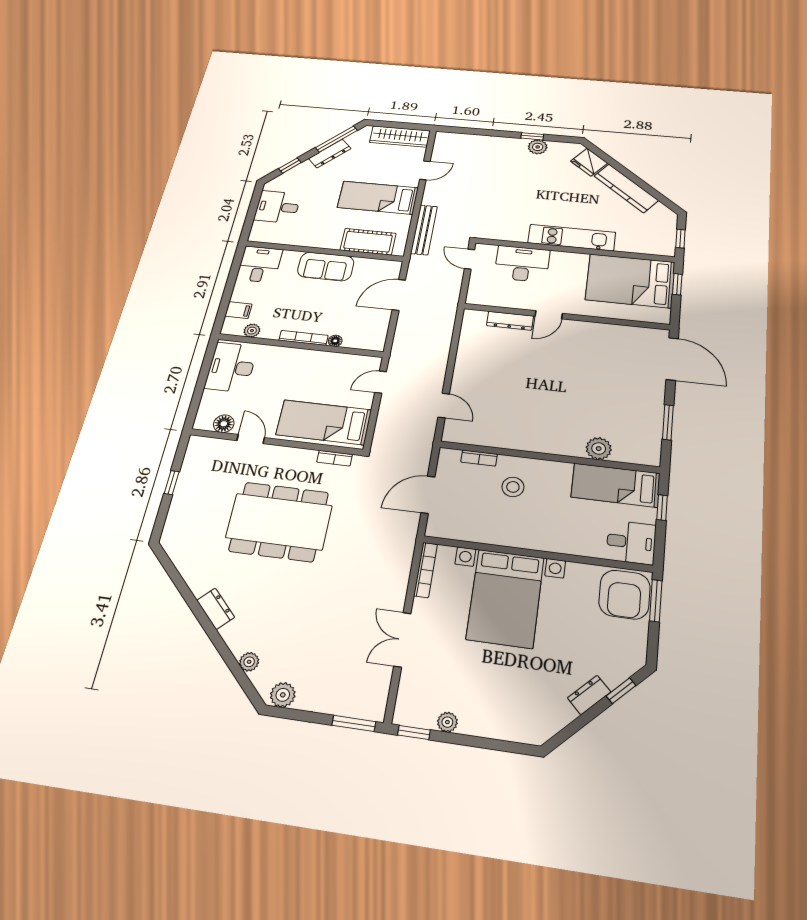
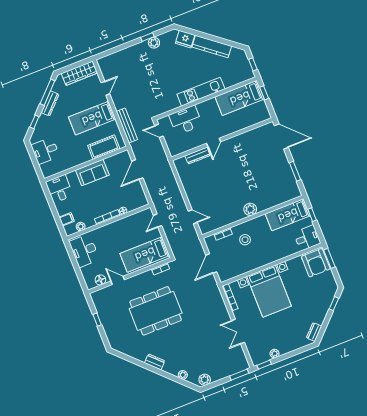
bed: (630, 281) -> (240, 98), width x0.67
plant: (599, 449) -> (250, 209), moved
dresser: (589, 695) -> (314, 332), moved

